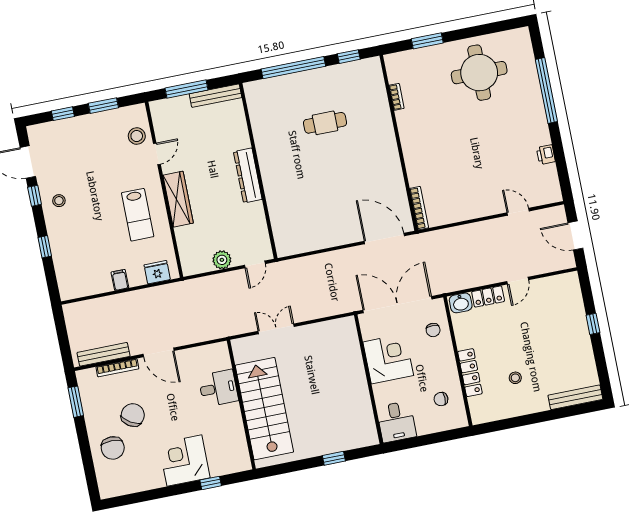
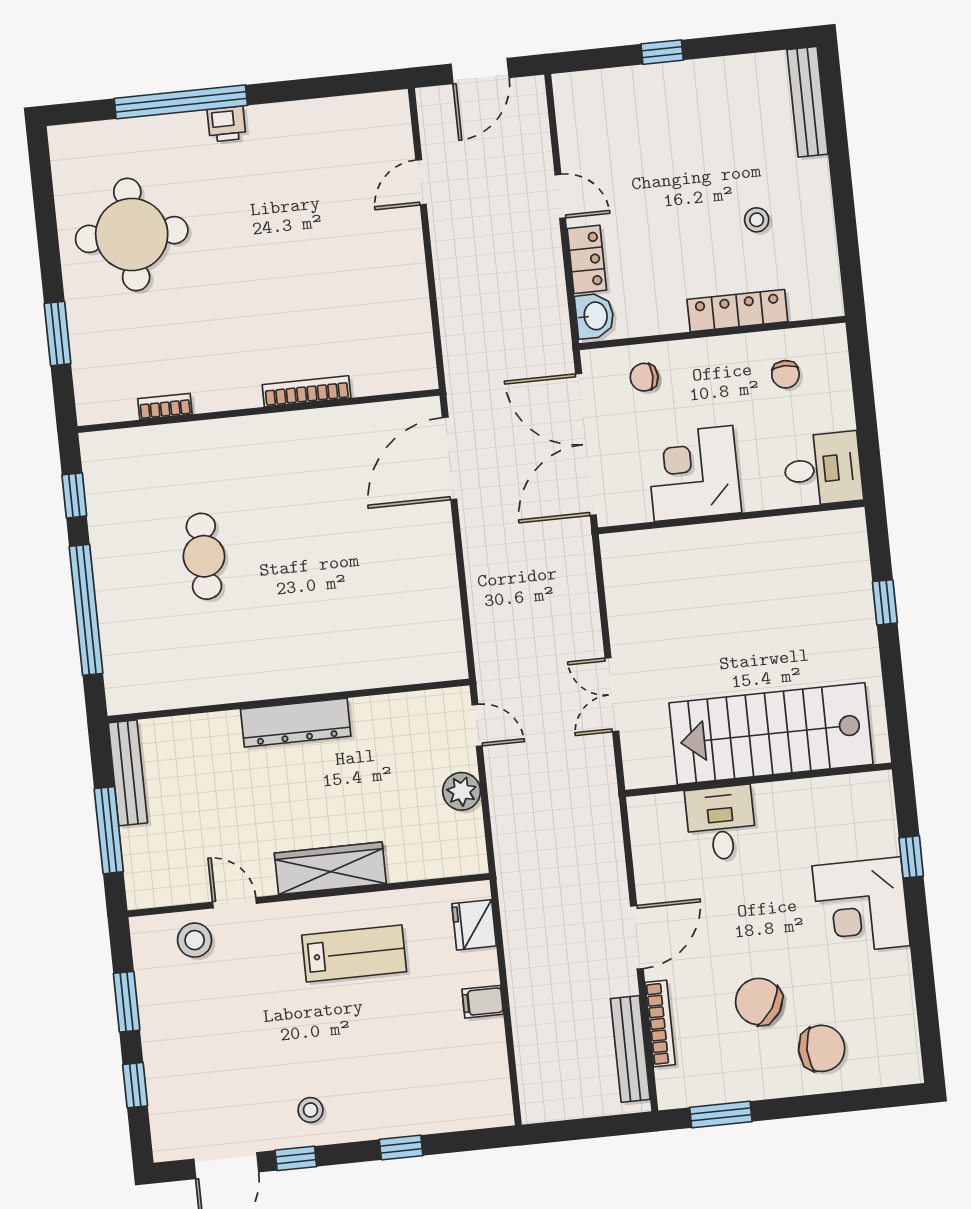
printer: (546, 155) -> (227, 124), moved
bookcase: (419, 208) -> (307, 391), moved
chair: (433, 330) -> (644, 377), turned 180

